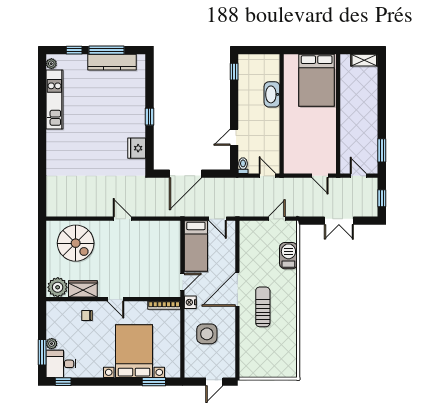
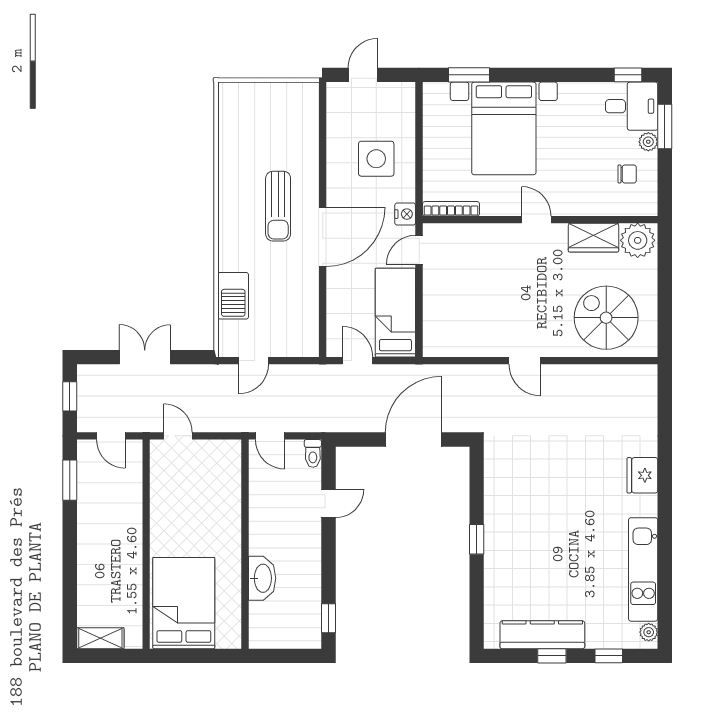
window: (107, 50) -> (552, 656), width x0.46
fridge: (137, 148) -> (642, 475), moved, turned 180
chair: (87, 315) -> (627, 174), moved

